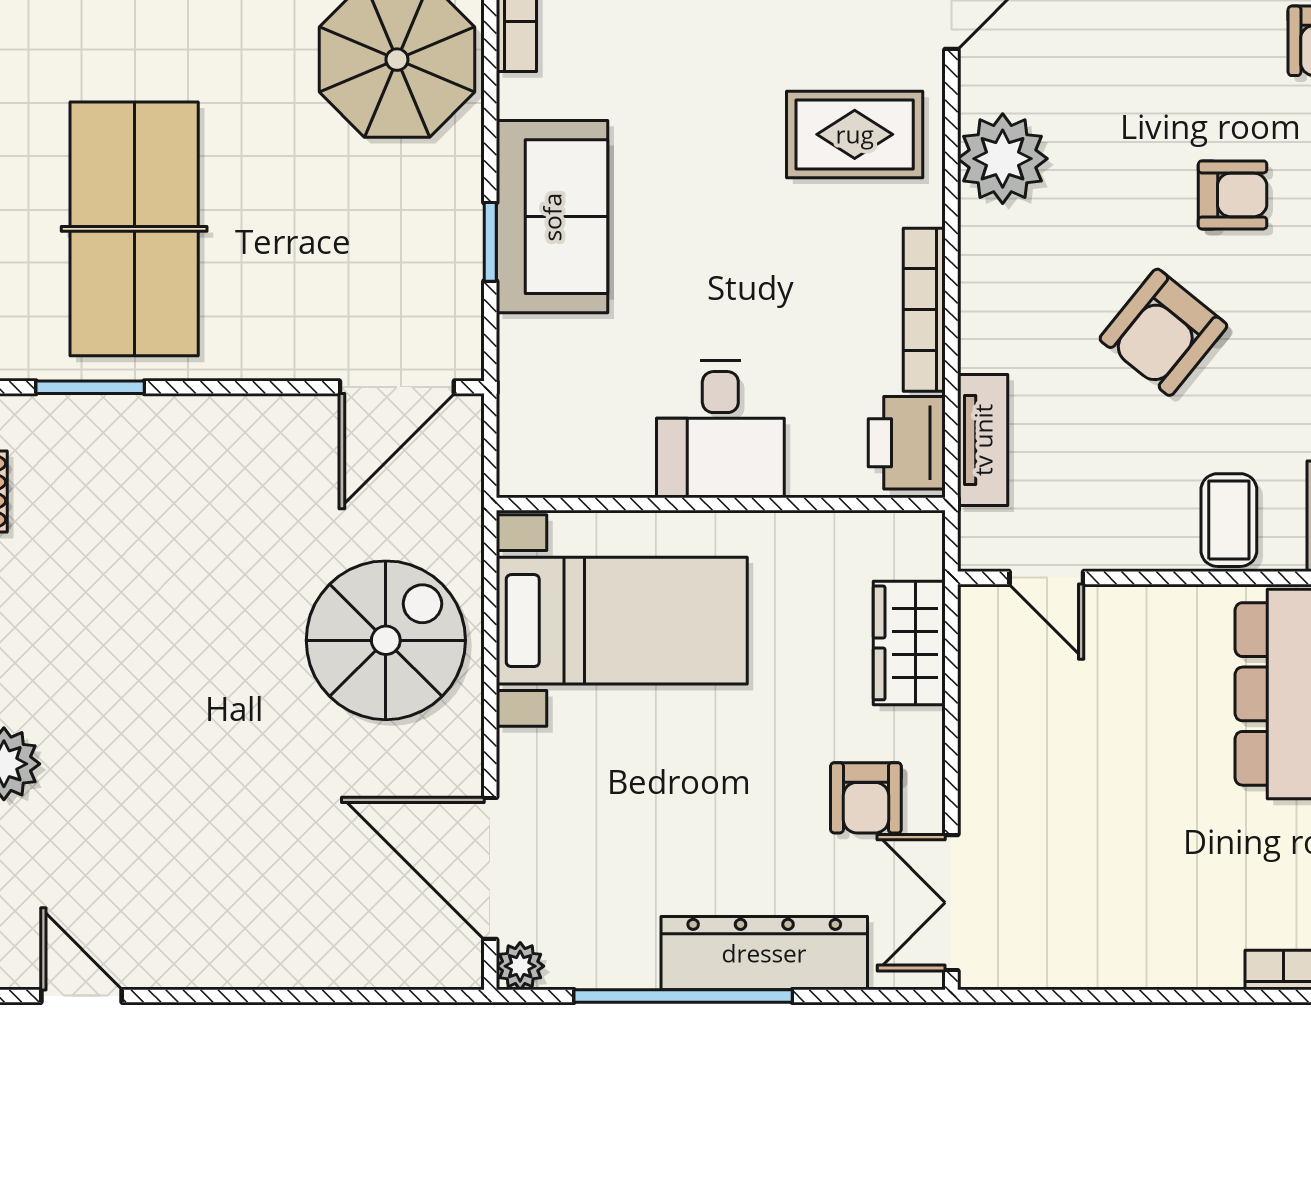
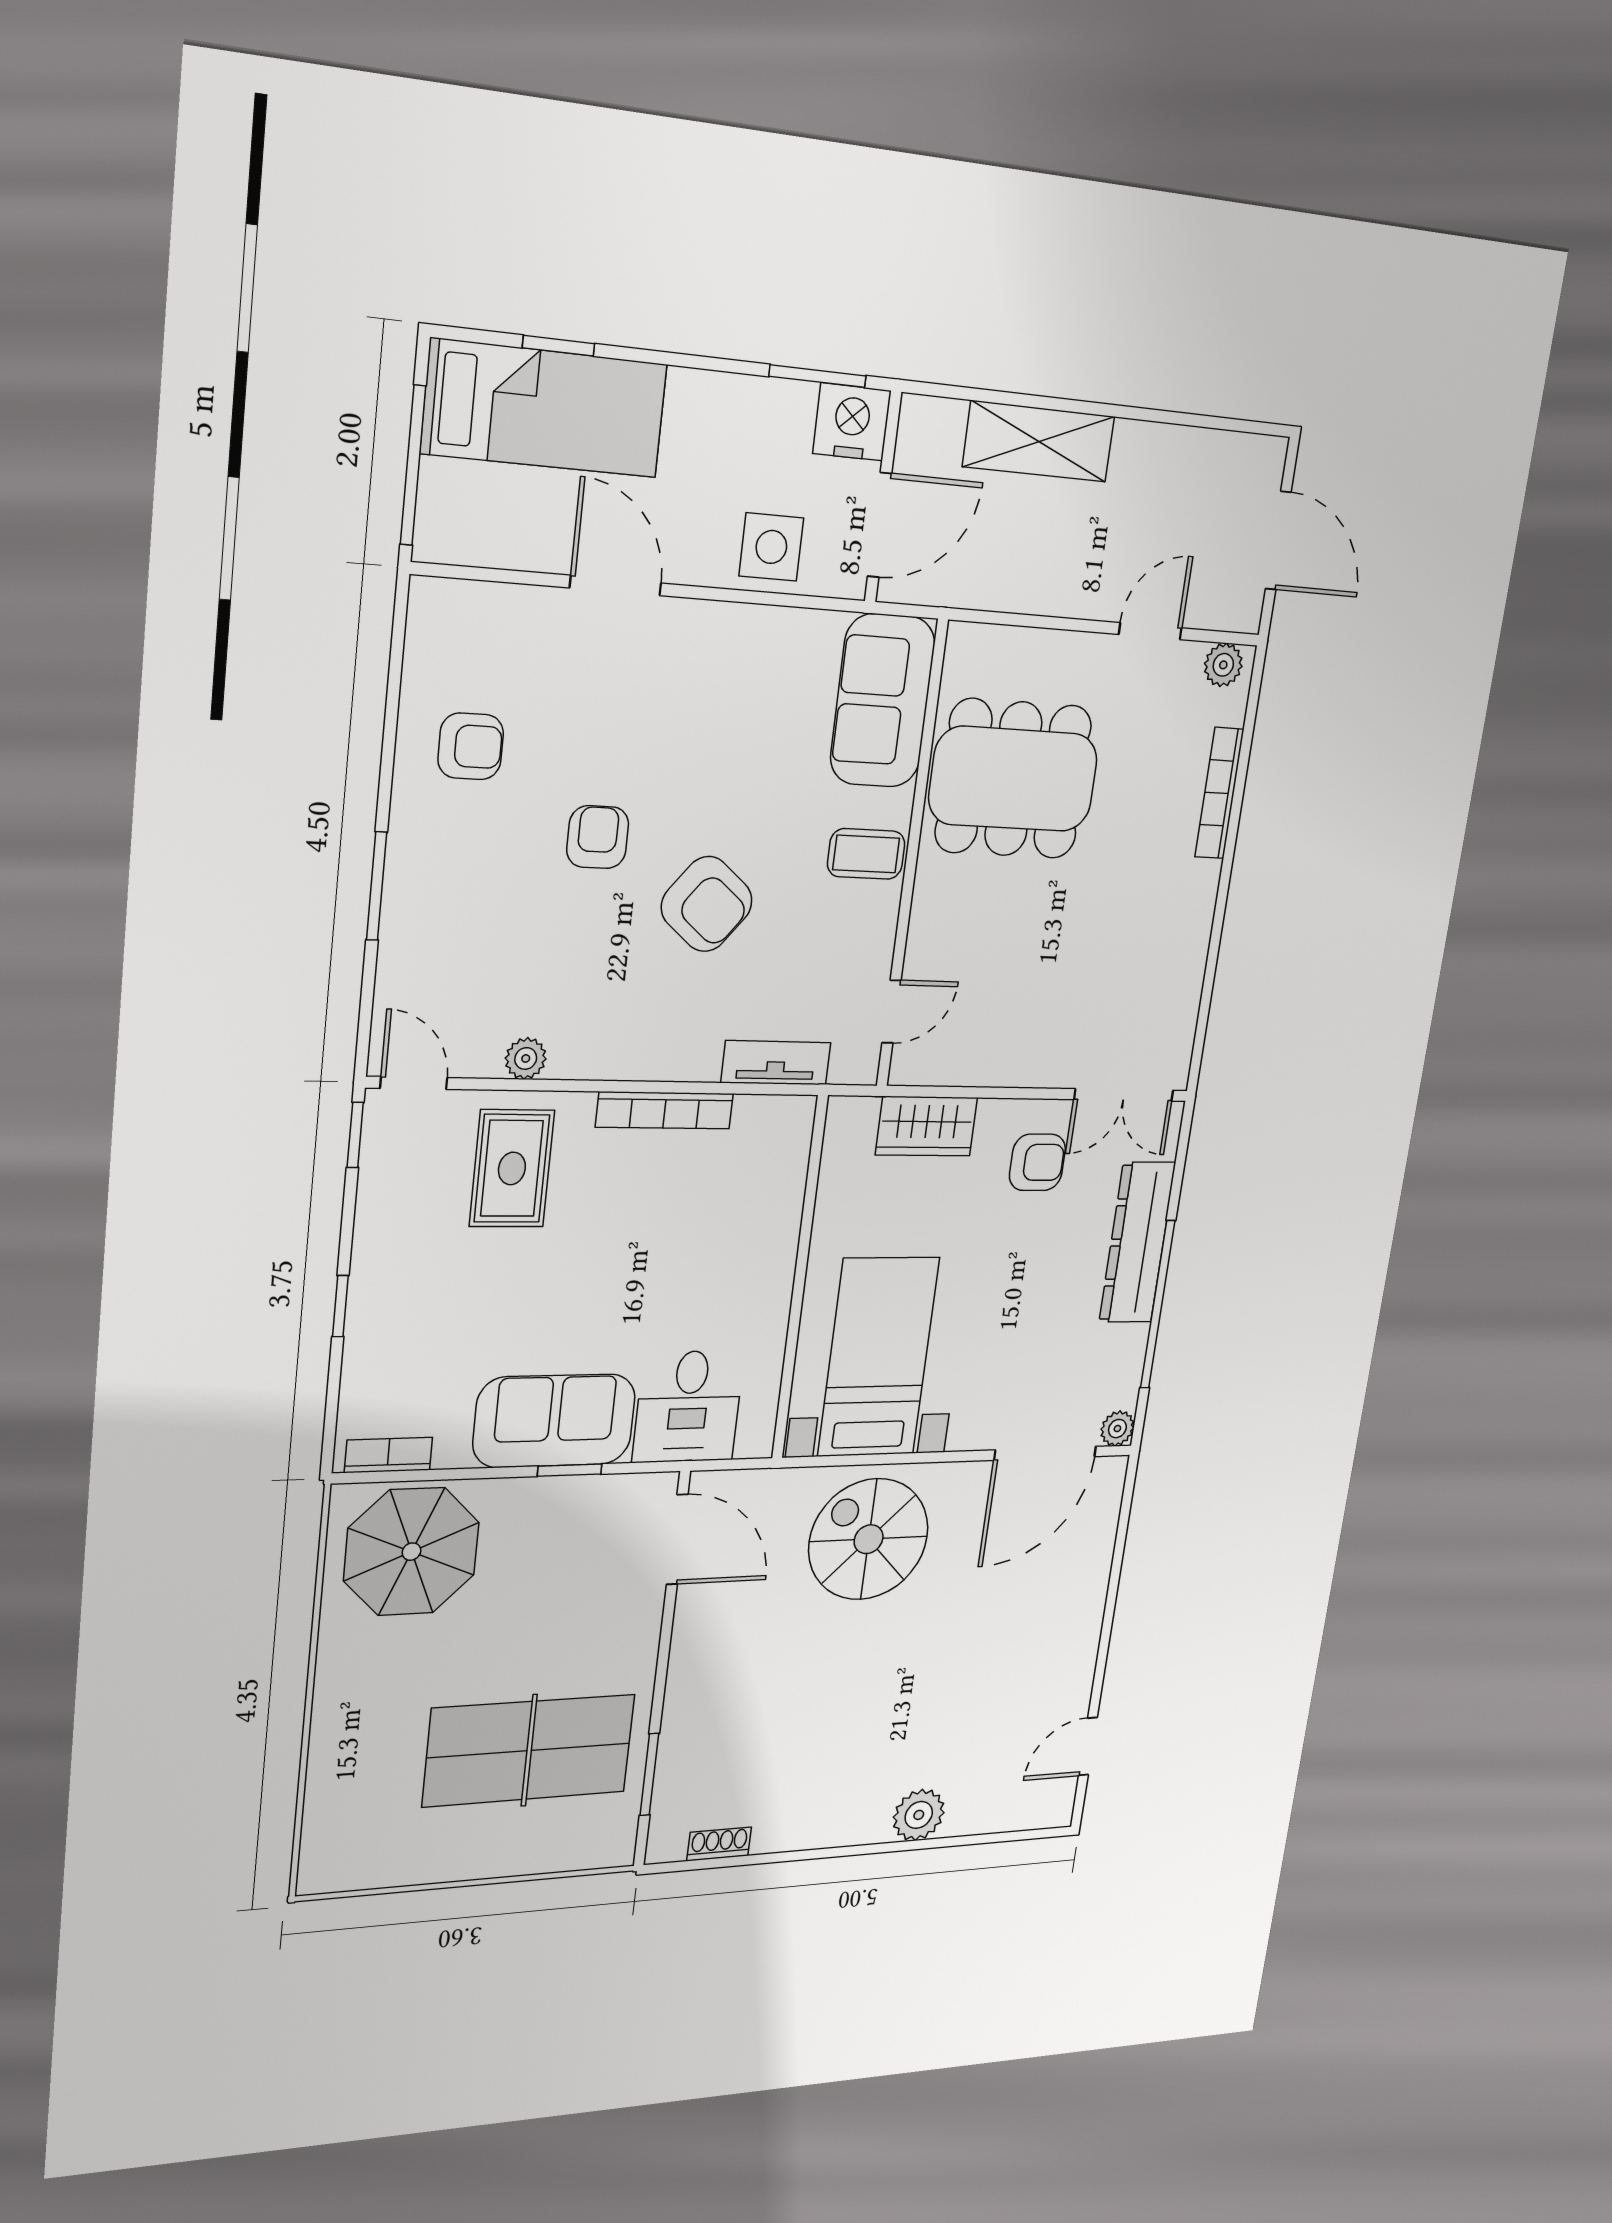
plant: (1003, 159) -> (526, 1058), width x0.53, depth x0.53
desk: (720, 429) -> (688, 1406), moved, turned 90
printer: (907, 443) -> (770, 1126), removed

